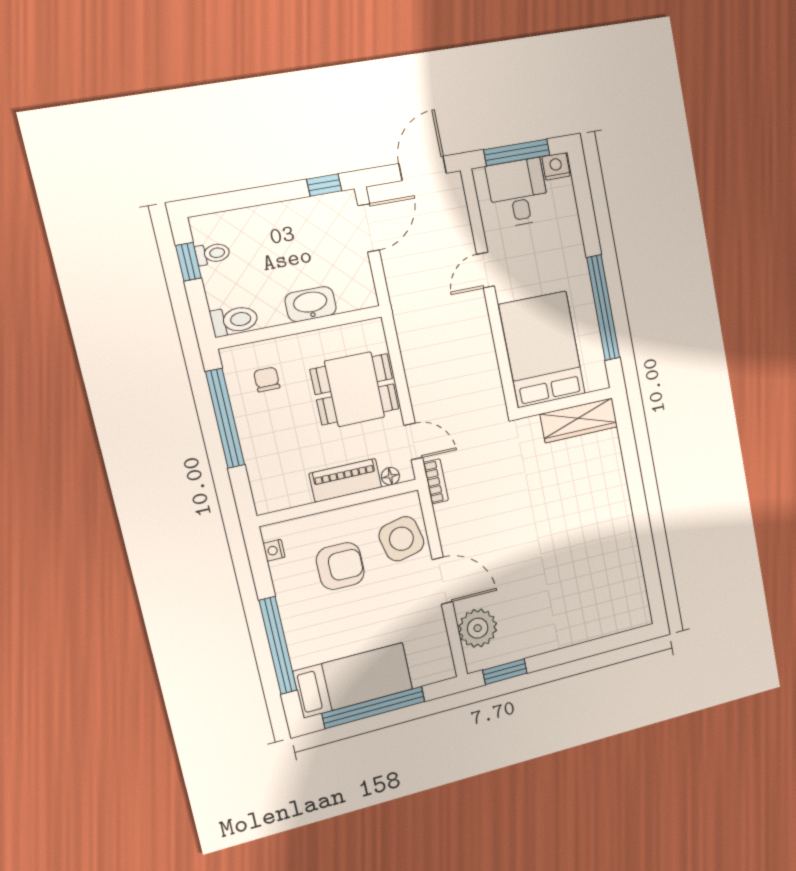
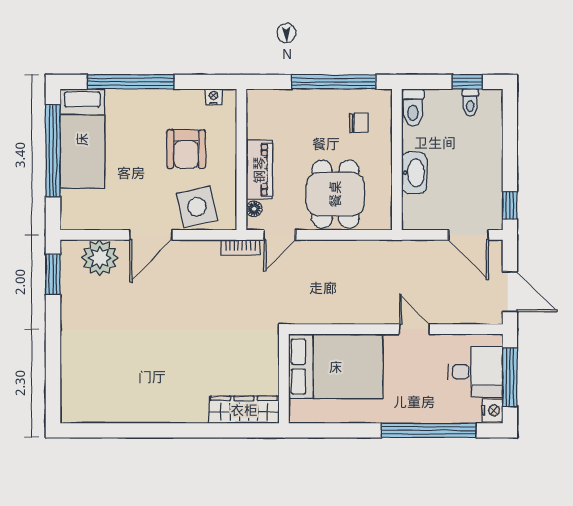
window: (603, 308) -> (429, 430), moved
wardrobe: (579, 420) -> (244, 410), moved, turned 90

